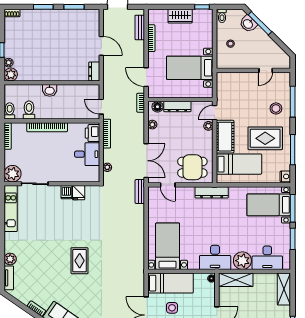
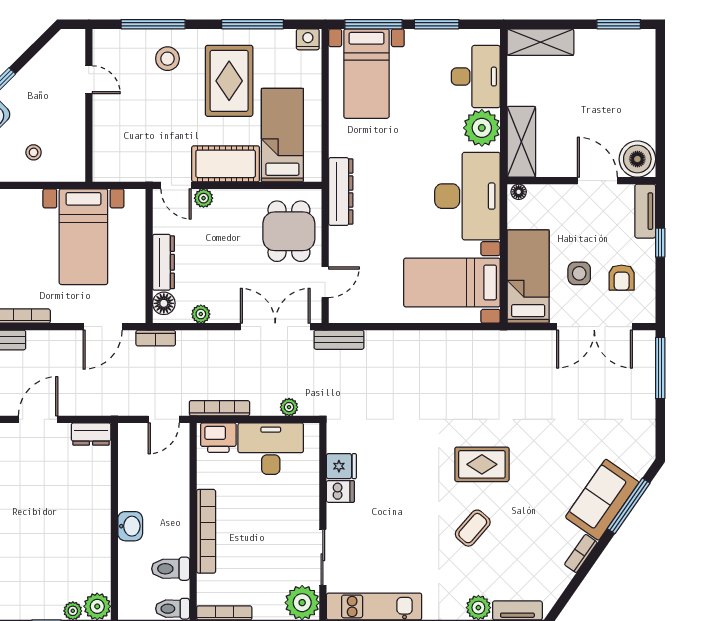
desk: (87, 154) -> (271, 449), width x1.37
coffee table: (49, 256) -> (473, 528), added
desk: (215, 257) -> (467, 196), width x1.36, depth x1.30

